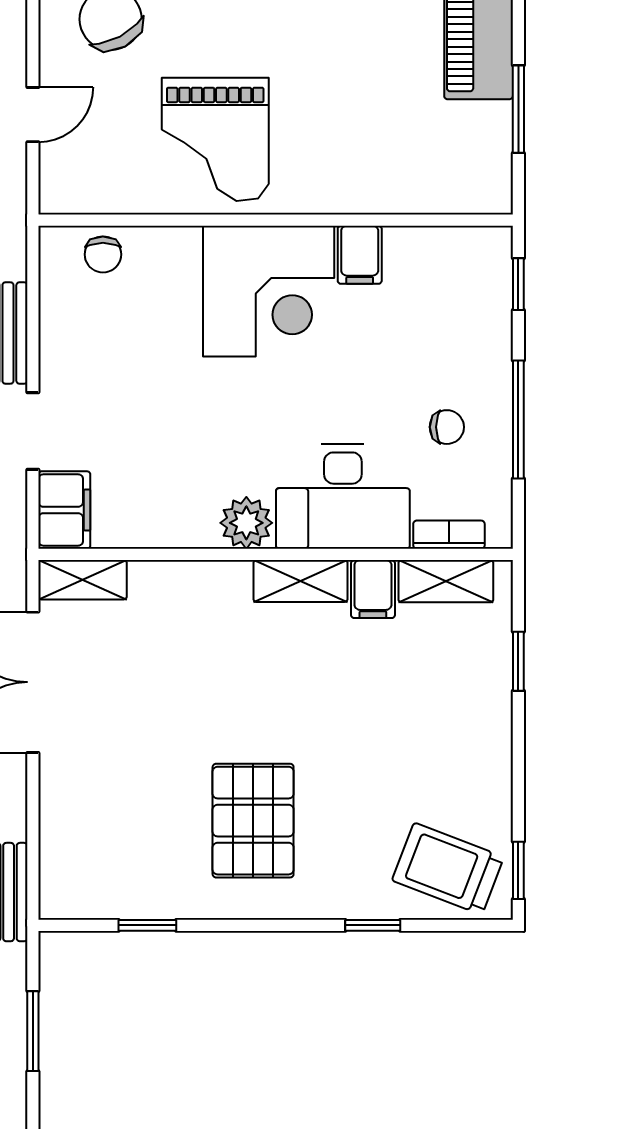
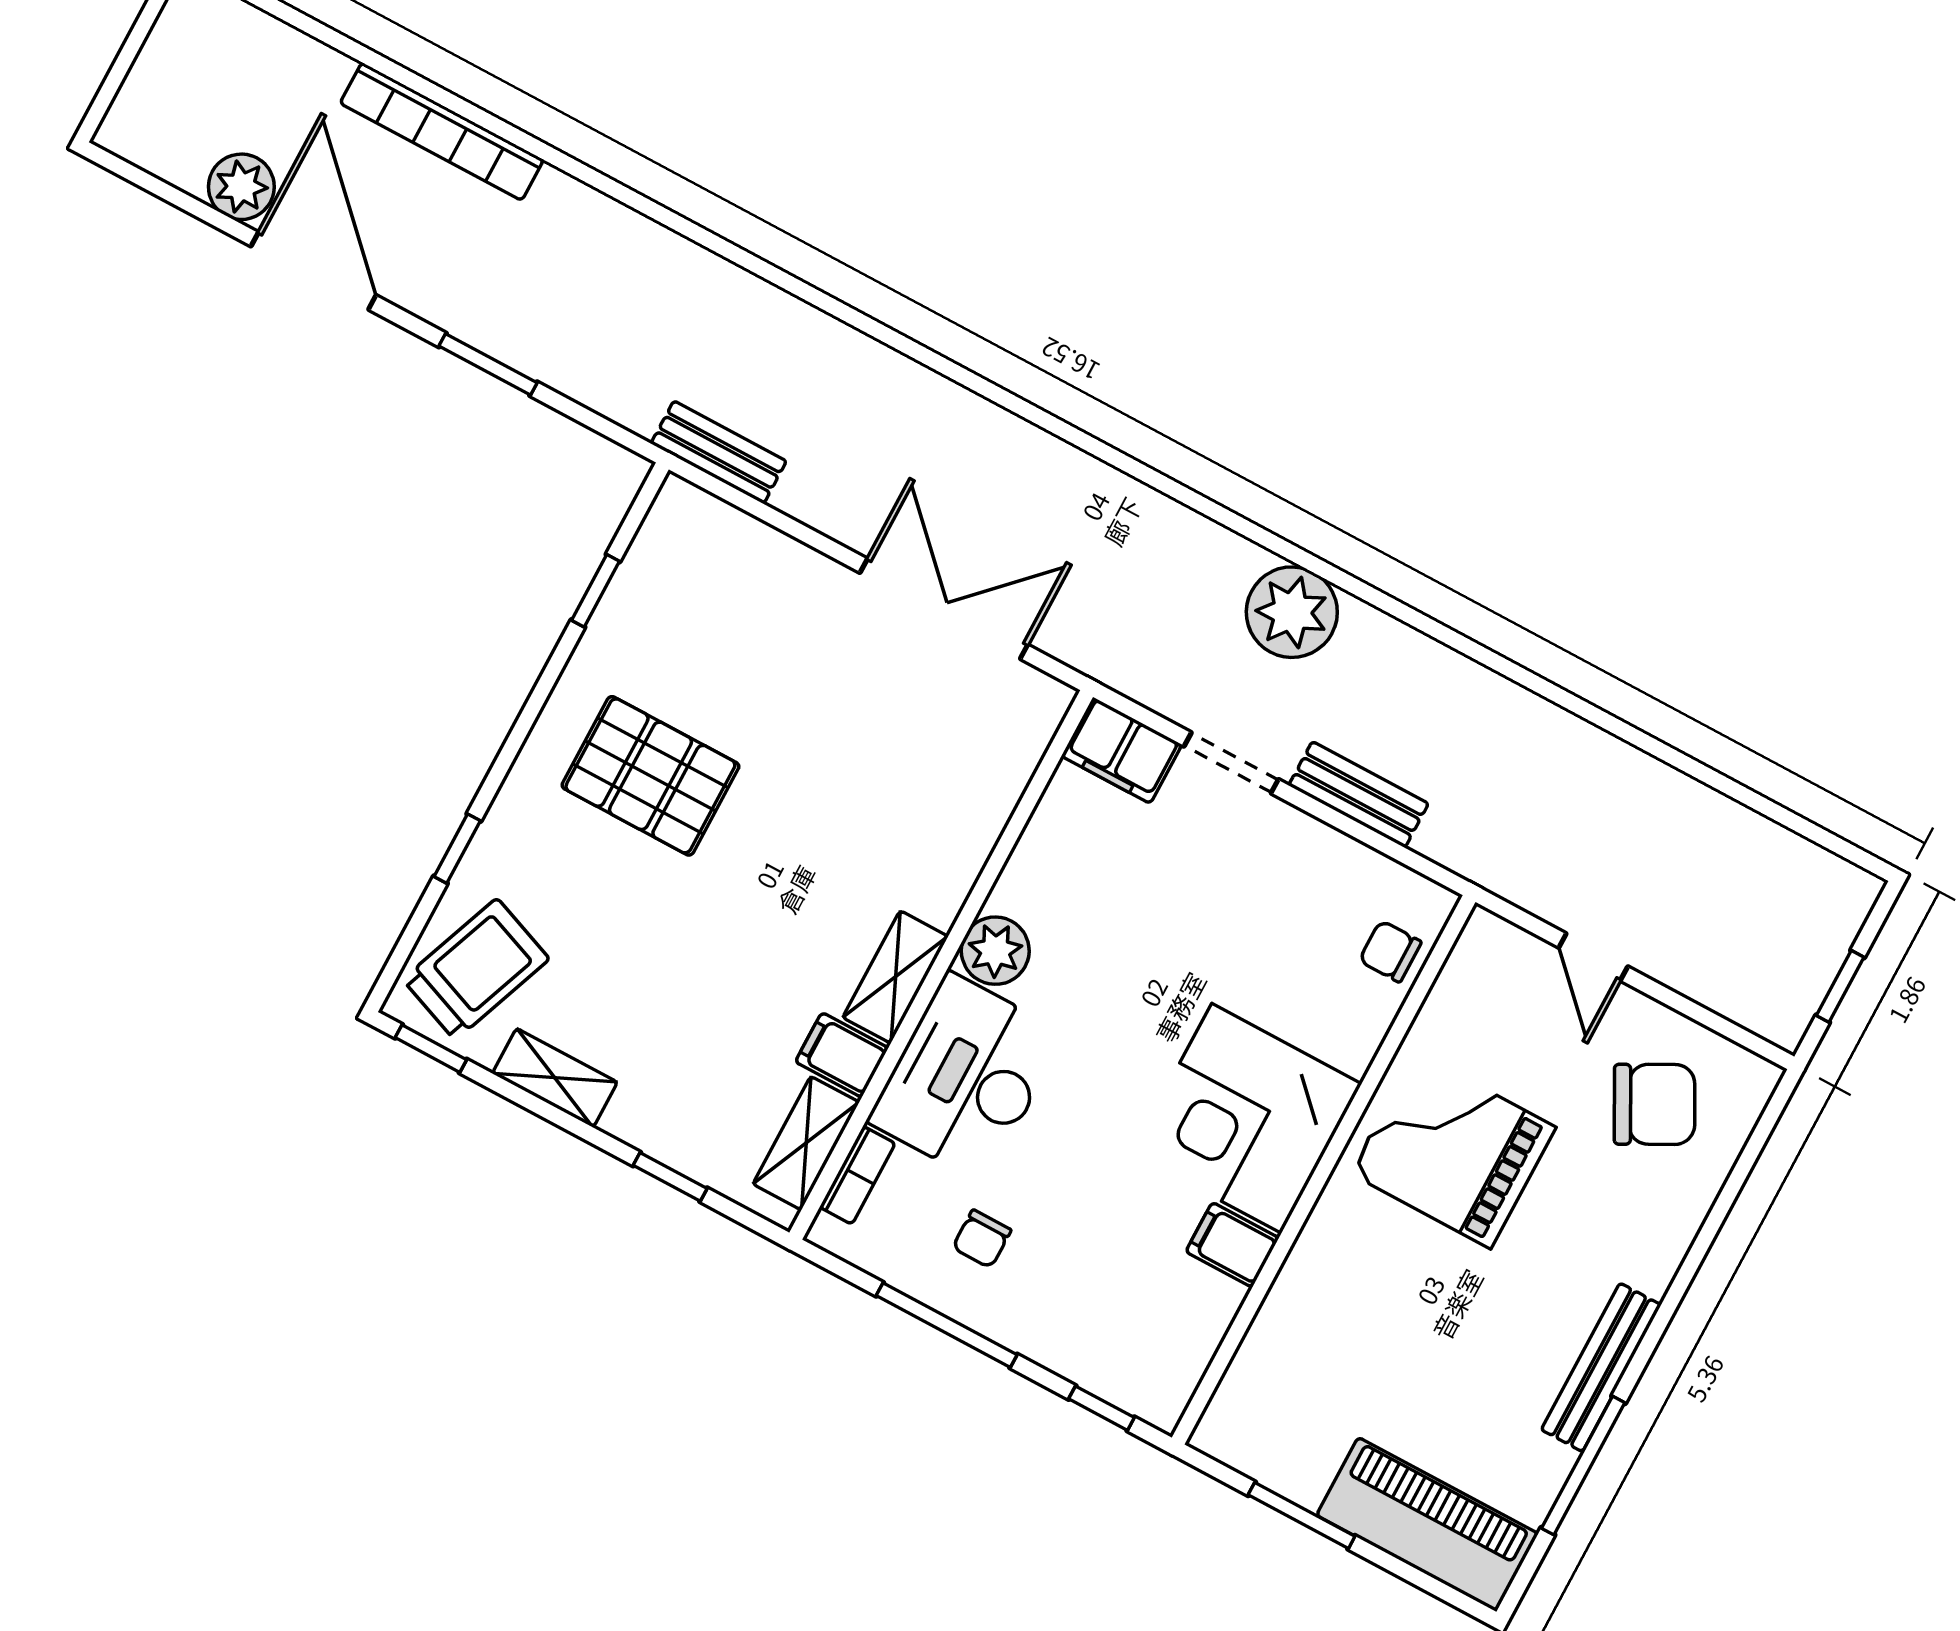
shelving: (83, 580) -> (555, 1078), moved, turned 90
window: (33, 1031) -> (488, 364), moved

